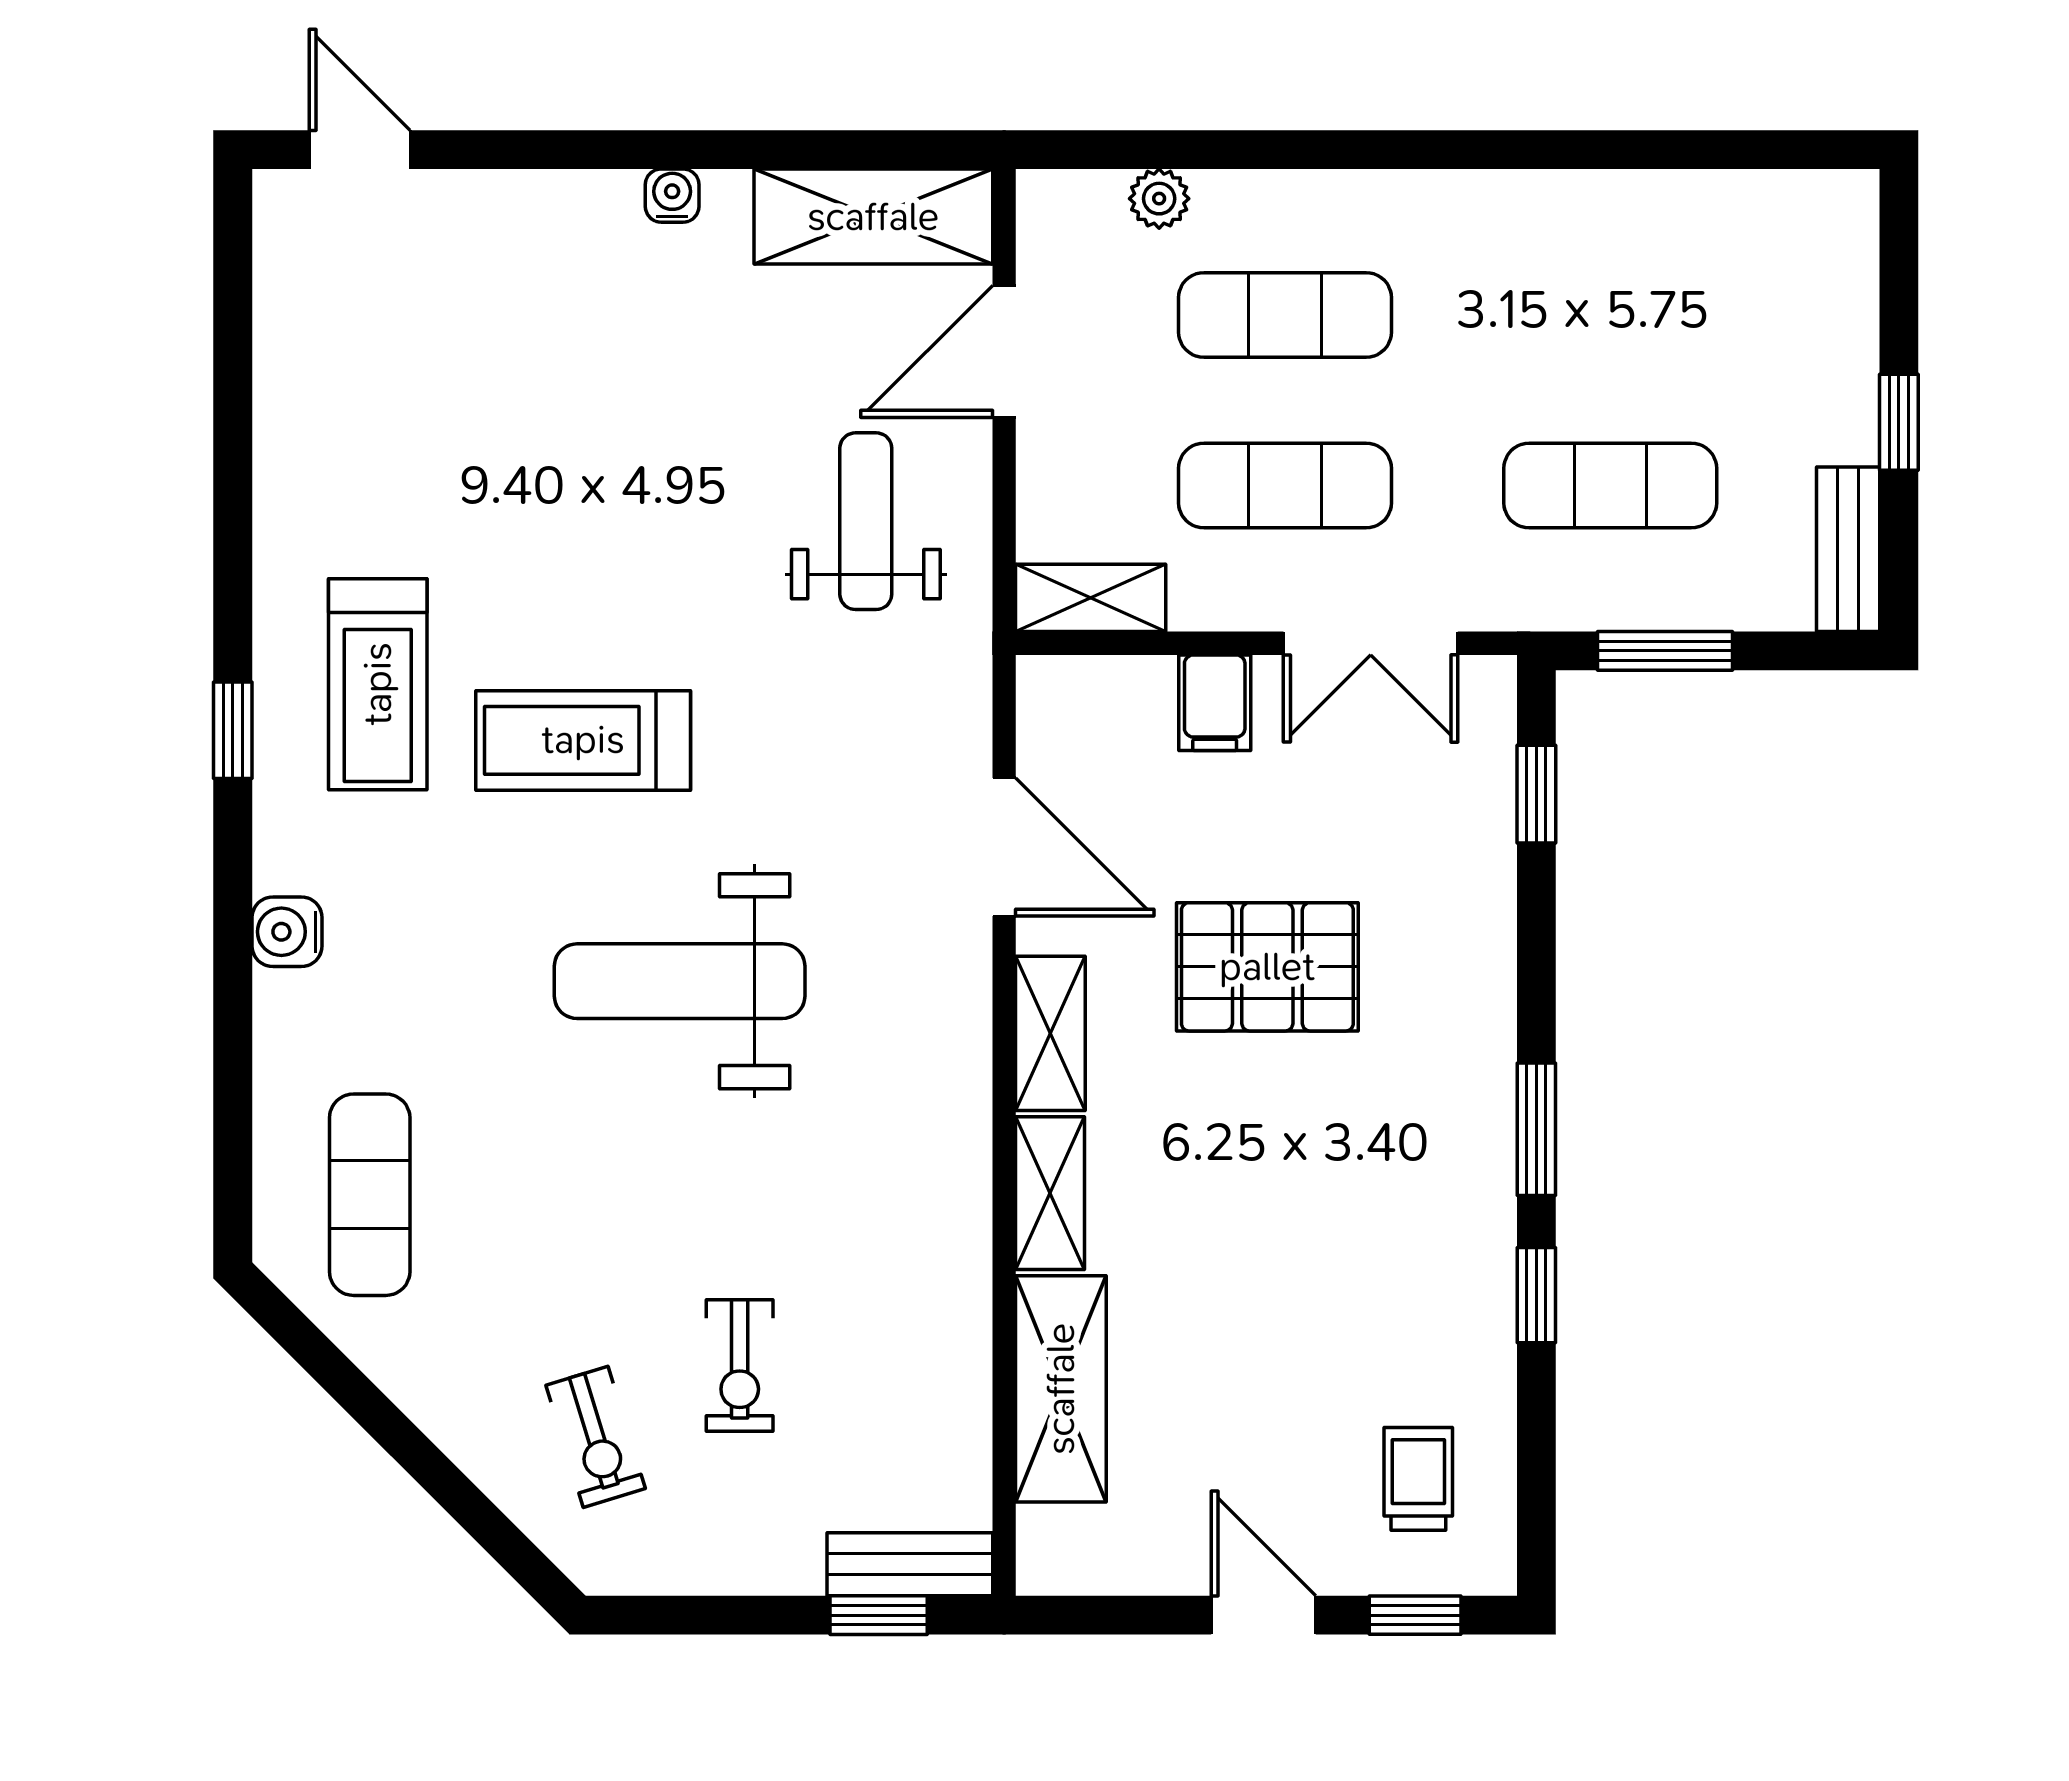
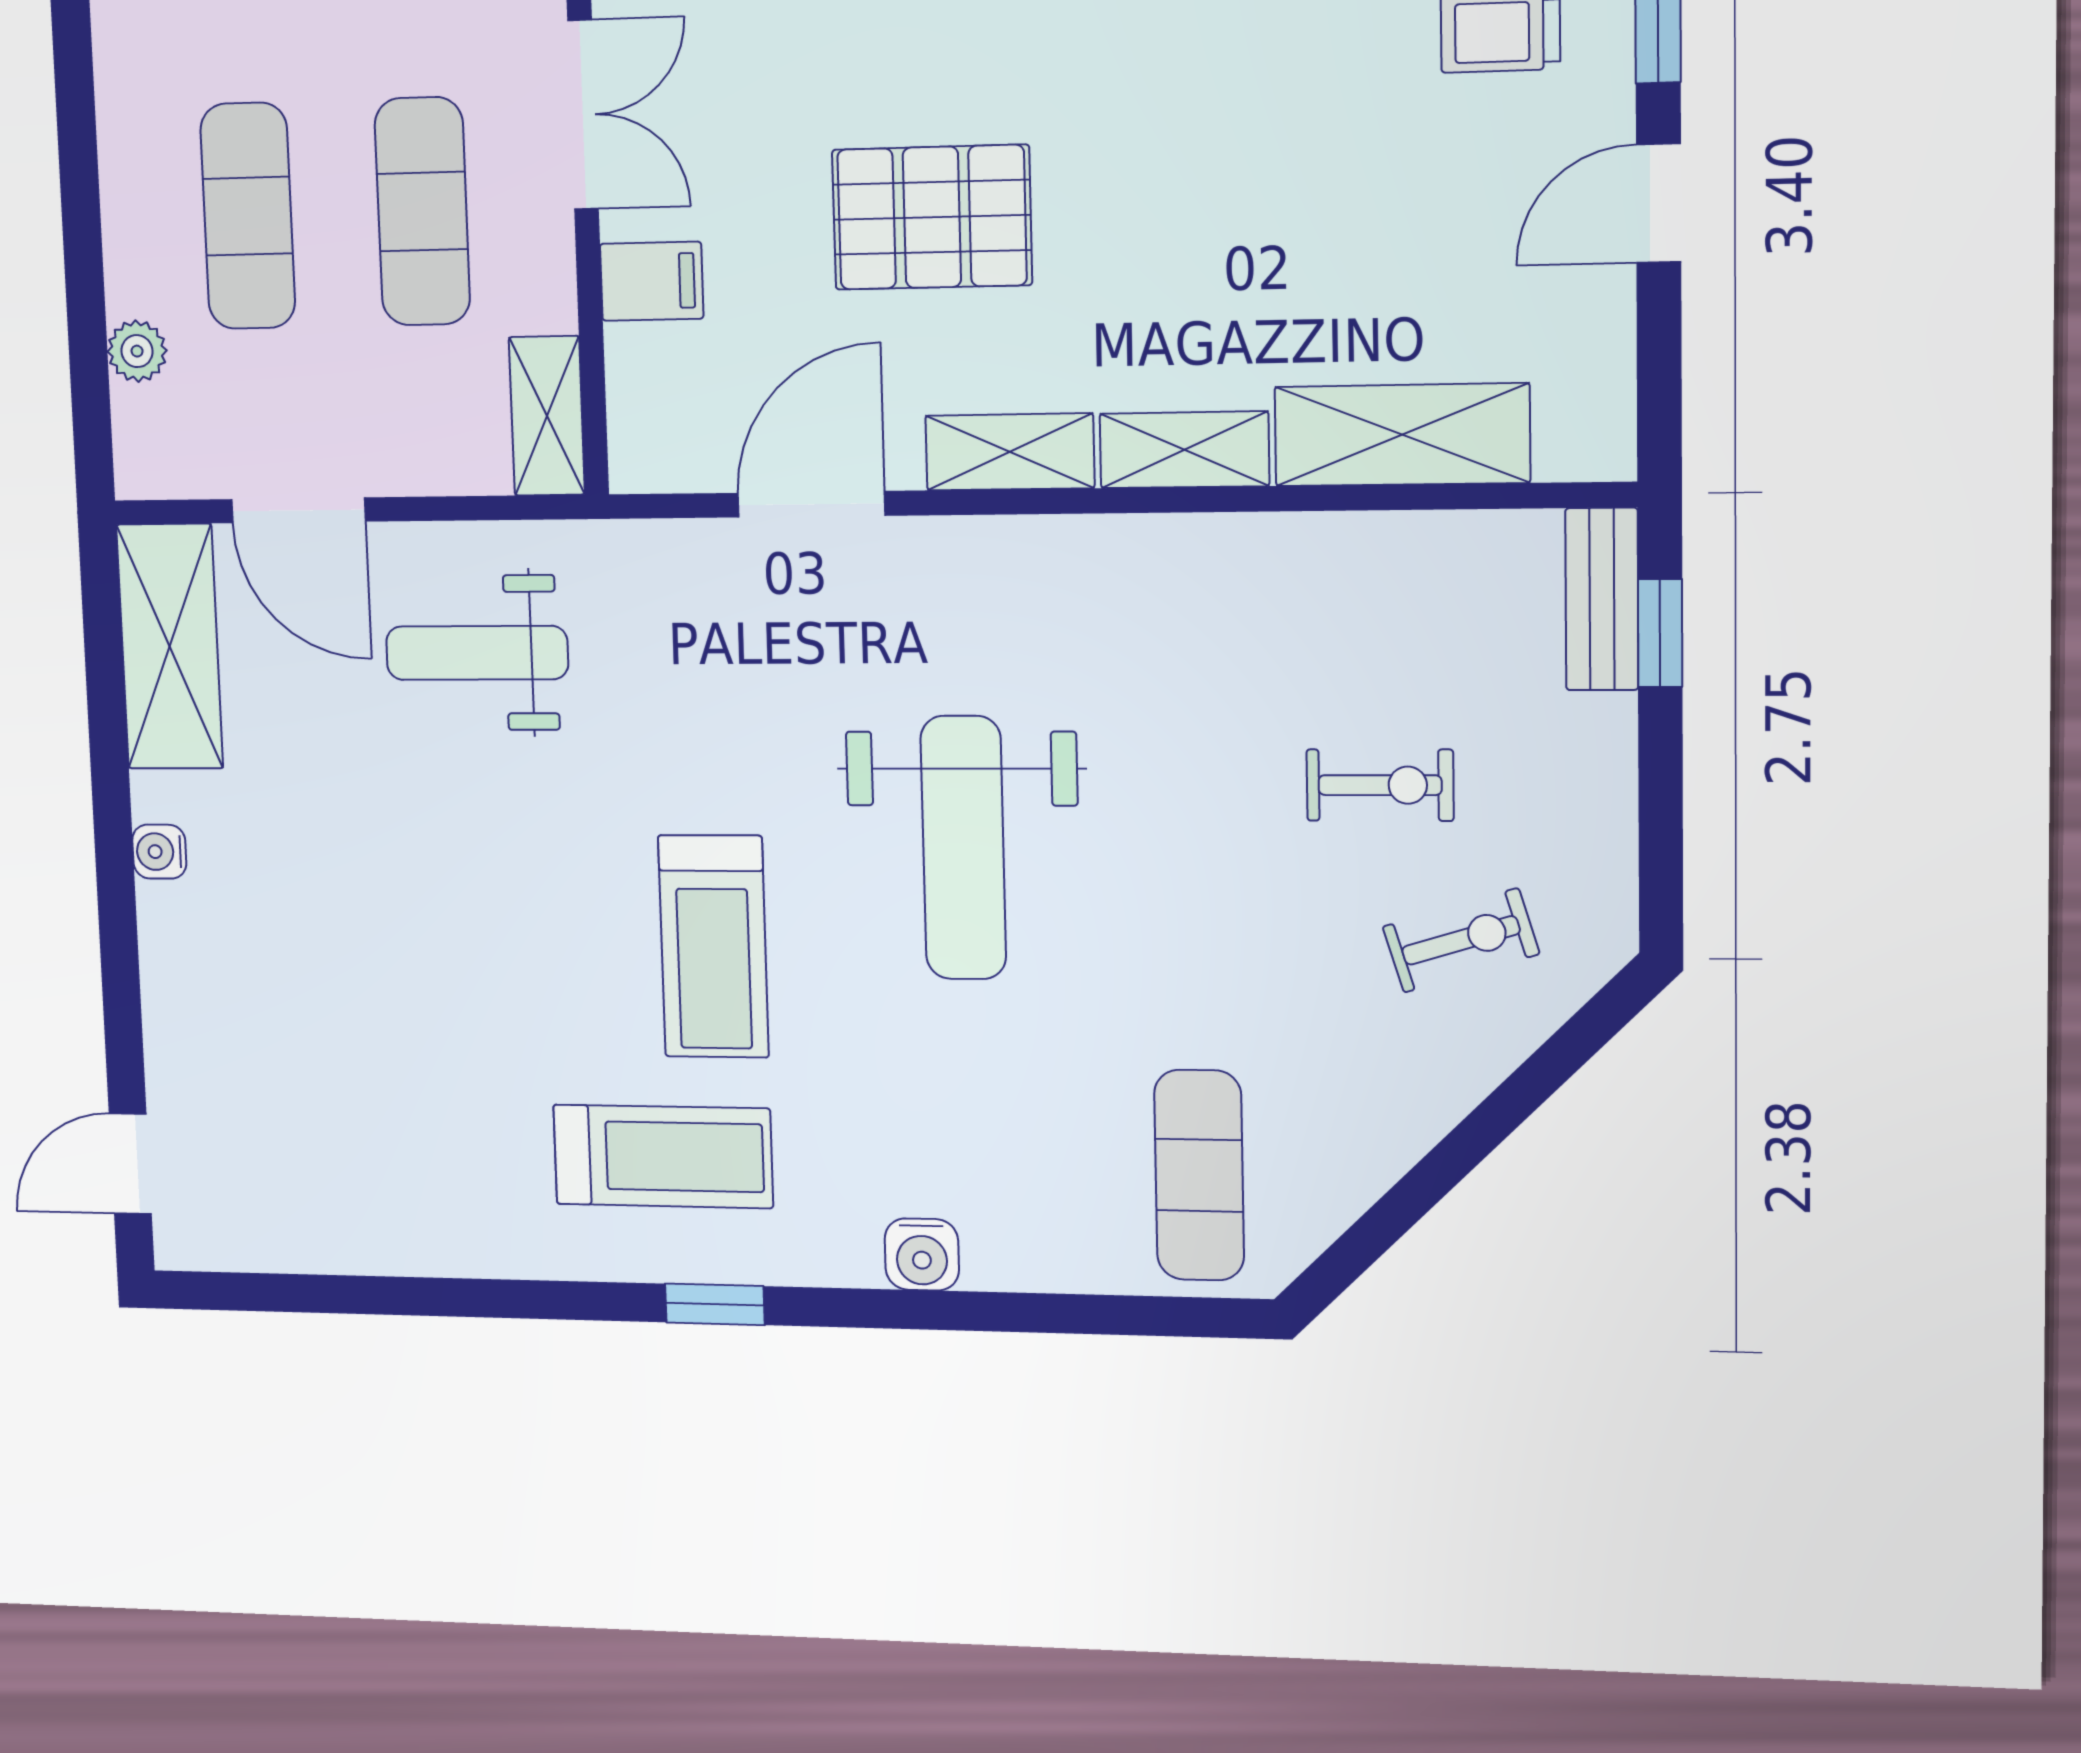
pallet: (1267, 967) -> (932, 217), turned 90
exercise mat: (370, 1195) -> (1199, 1175), turned 90

